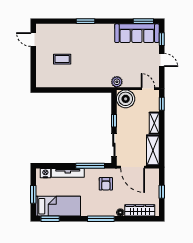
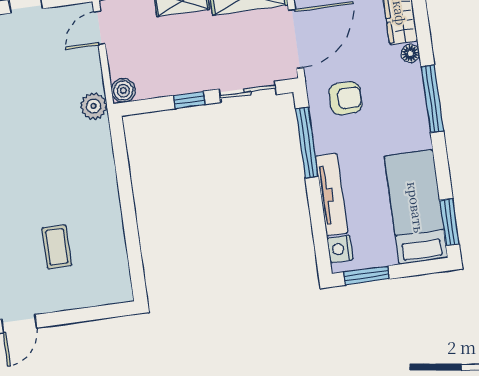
boiler: (126, 99) -> (123, 91), width x0.54, depth x0.54
window: (33, 194) -> (367, 275), moved

